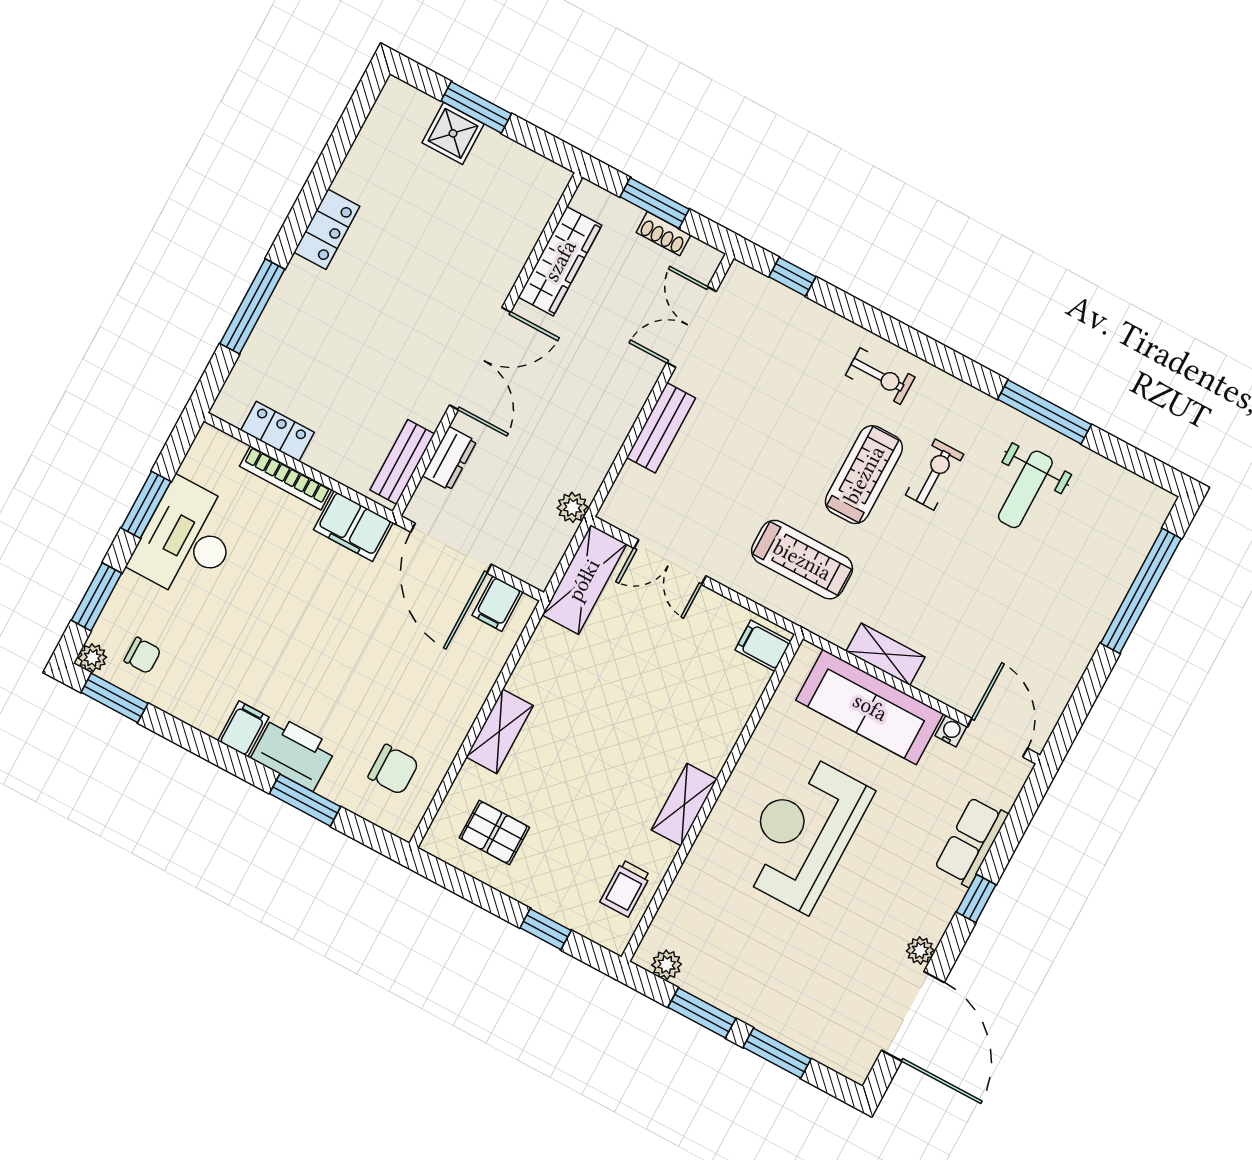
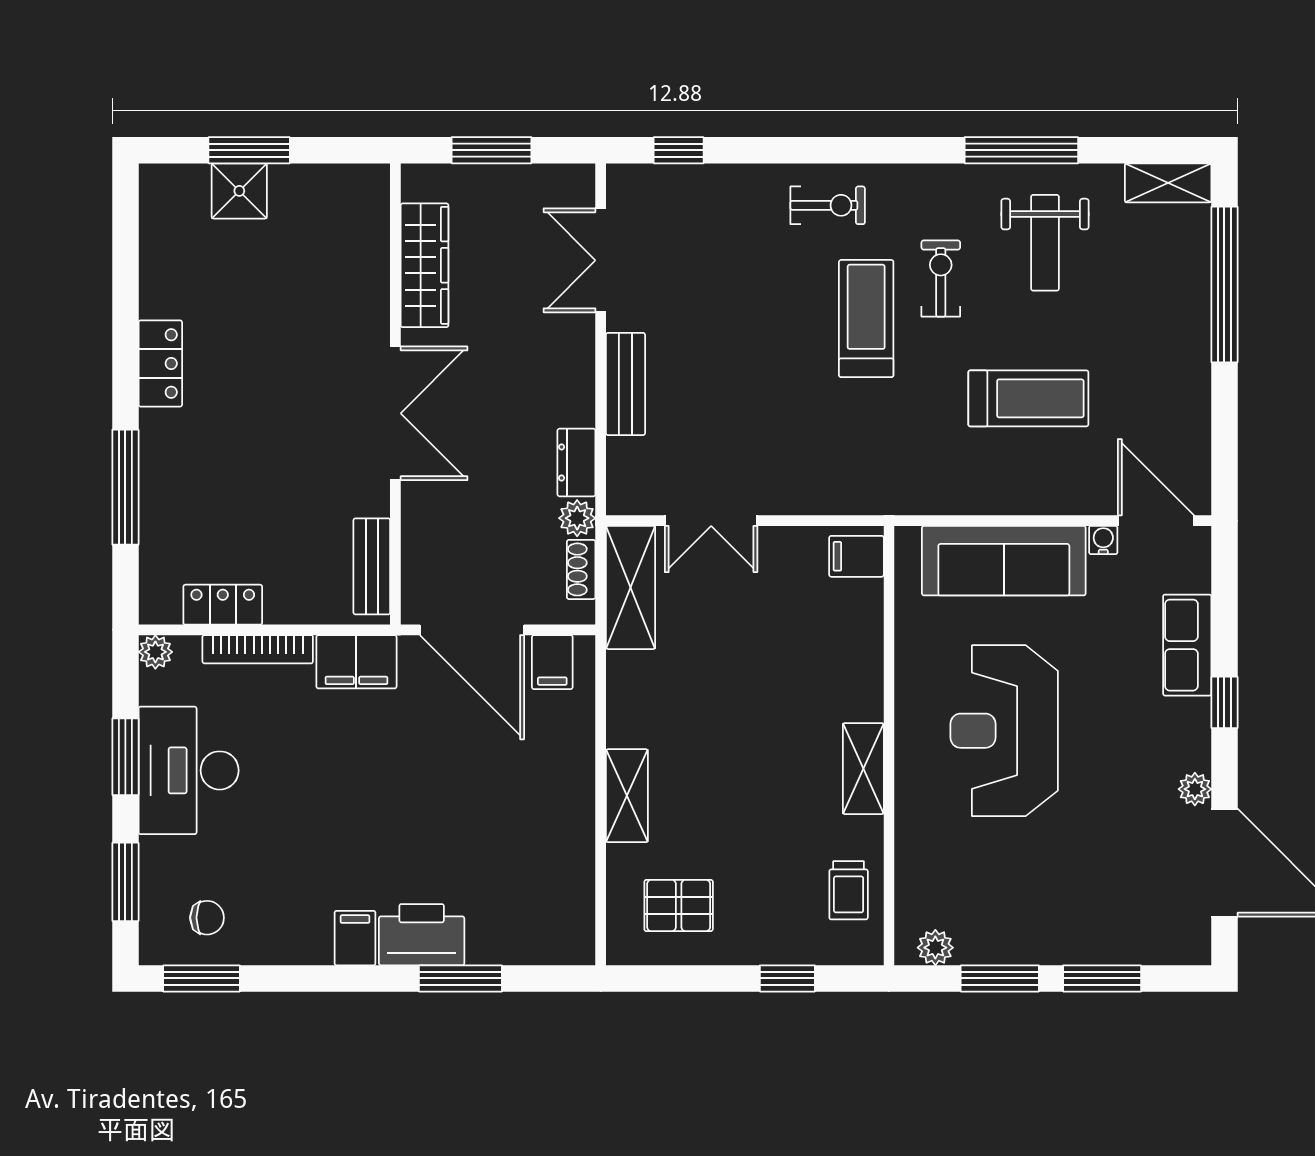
shoe rack: (663, 234) -> (581, 569), moved, turned 90
dresser: (450, 458) -> (576, 462), moved, turned 180
treadmill: (802, 560) -> (1028, 398), moved
shelving: (885, 654) -> (1168, 183), moved
plant: (92, 658) -> (155, 652), moved
chair: (393, 770) -> (536, 896), removed

